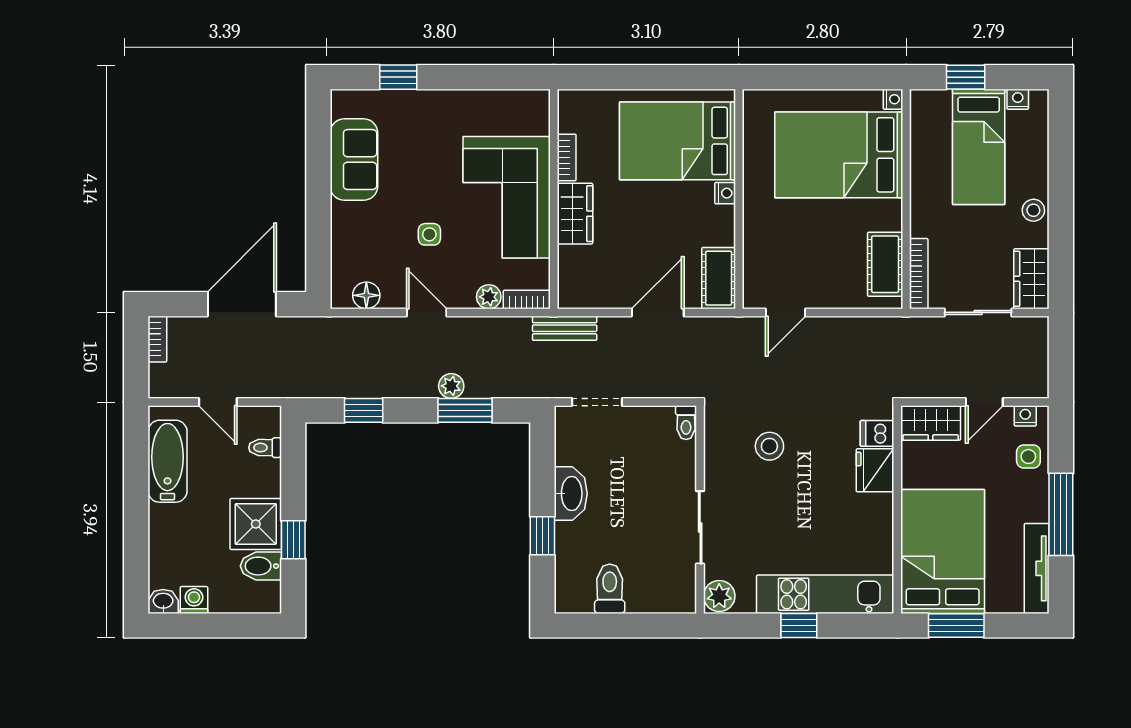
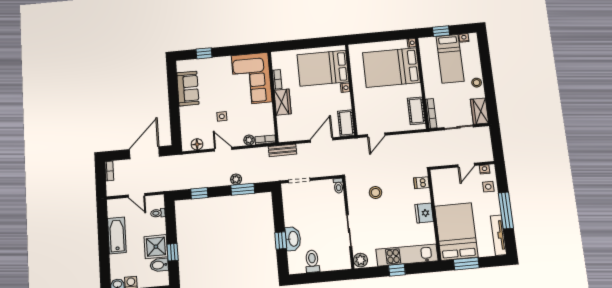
corner sofa: (507, 197) -> (252, 79), moved
wardrobe: (931, 423) -> (444, 176), removed
bathtub: (167, 461) -> (117, 235), moved
fridge: (875, 470) -> (424, 213), moved
washbasin: (571, 494) -> (293, 239), moved

